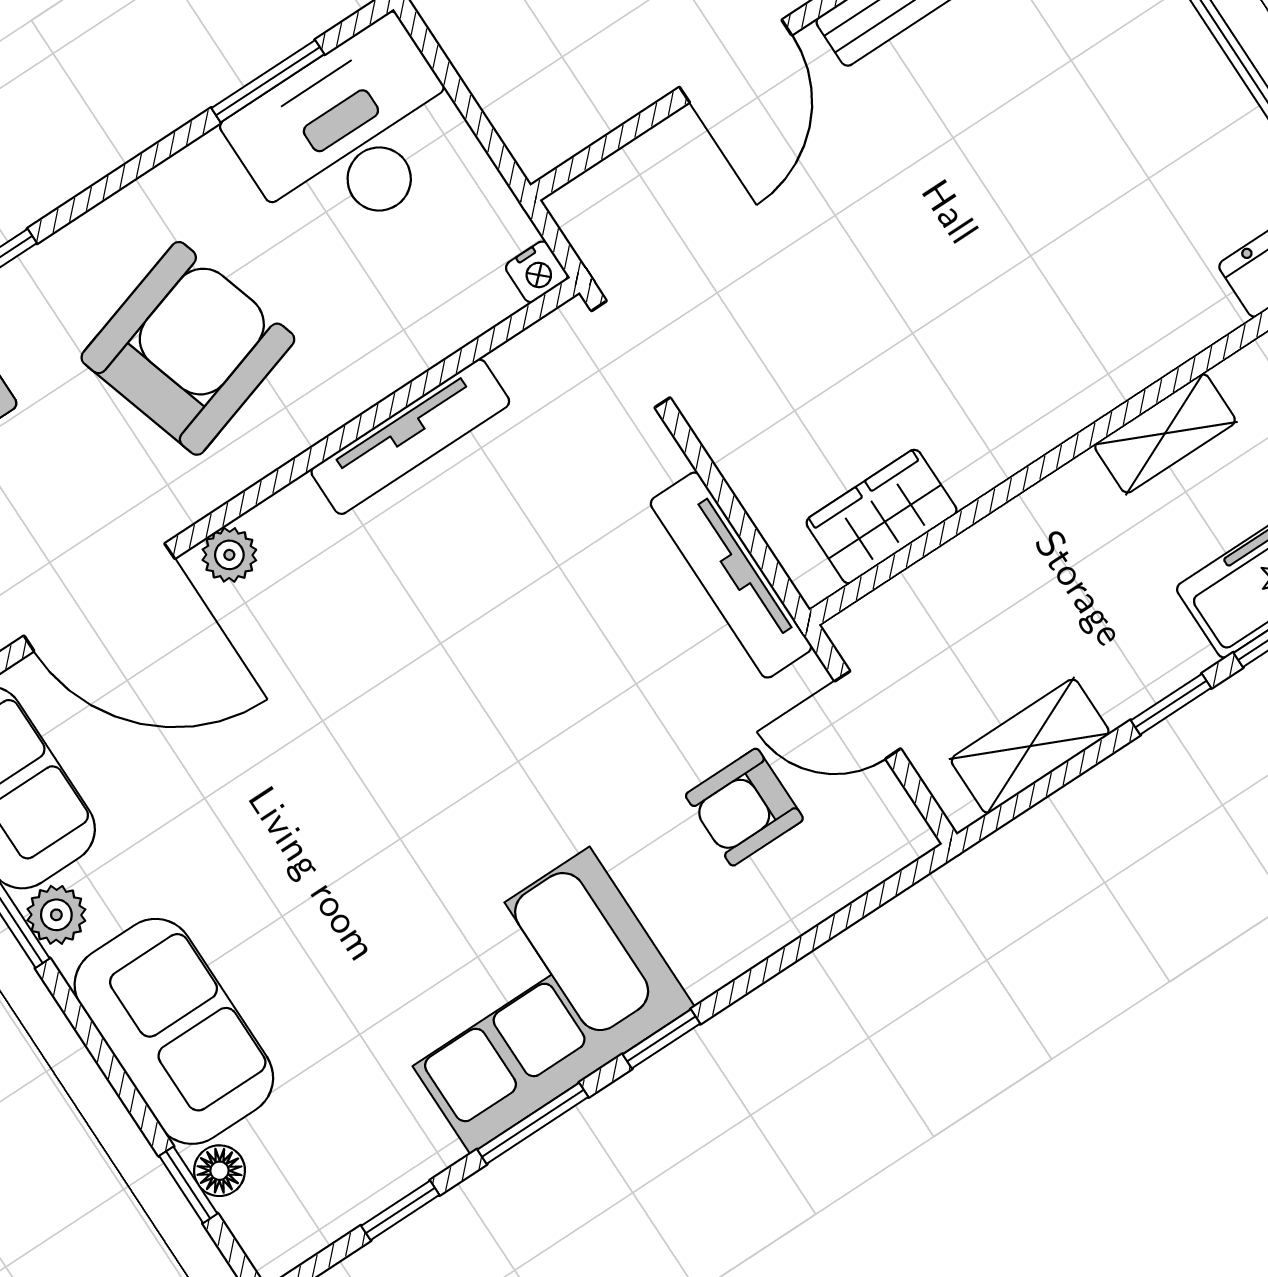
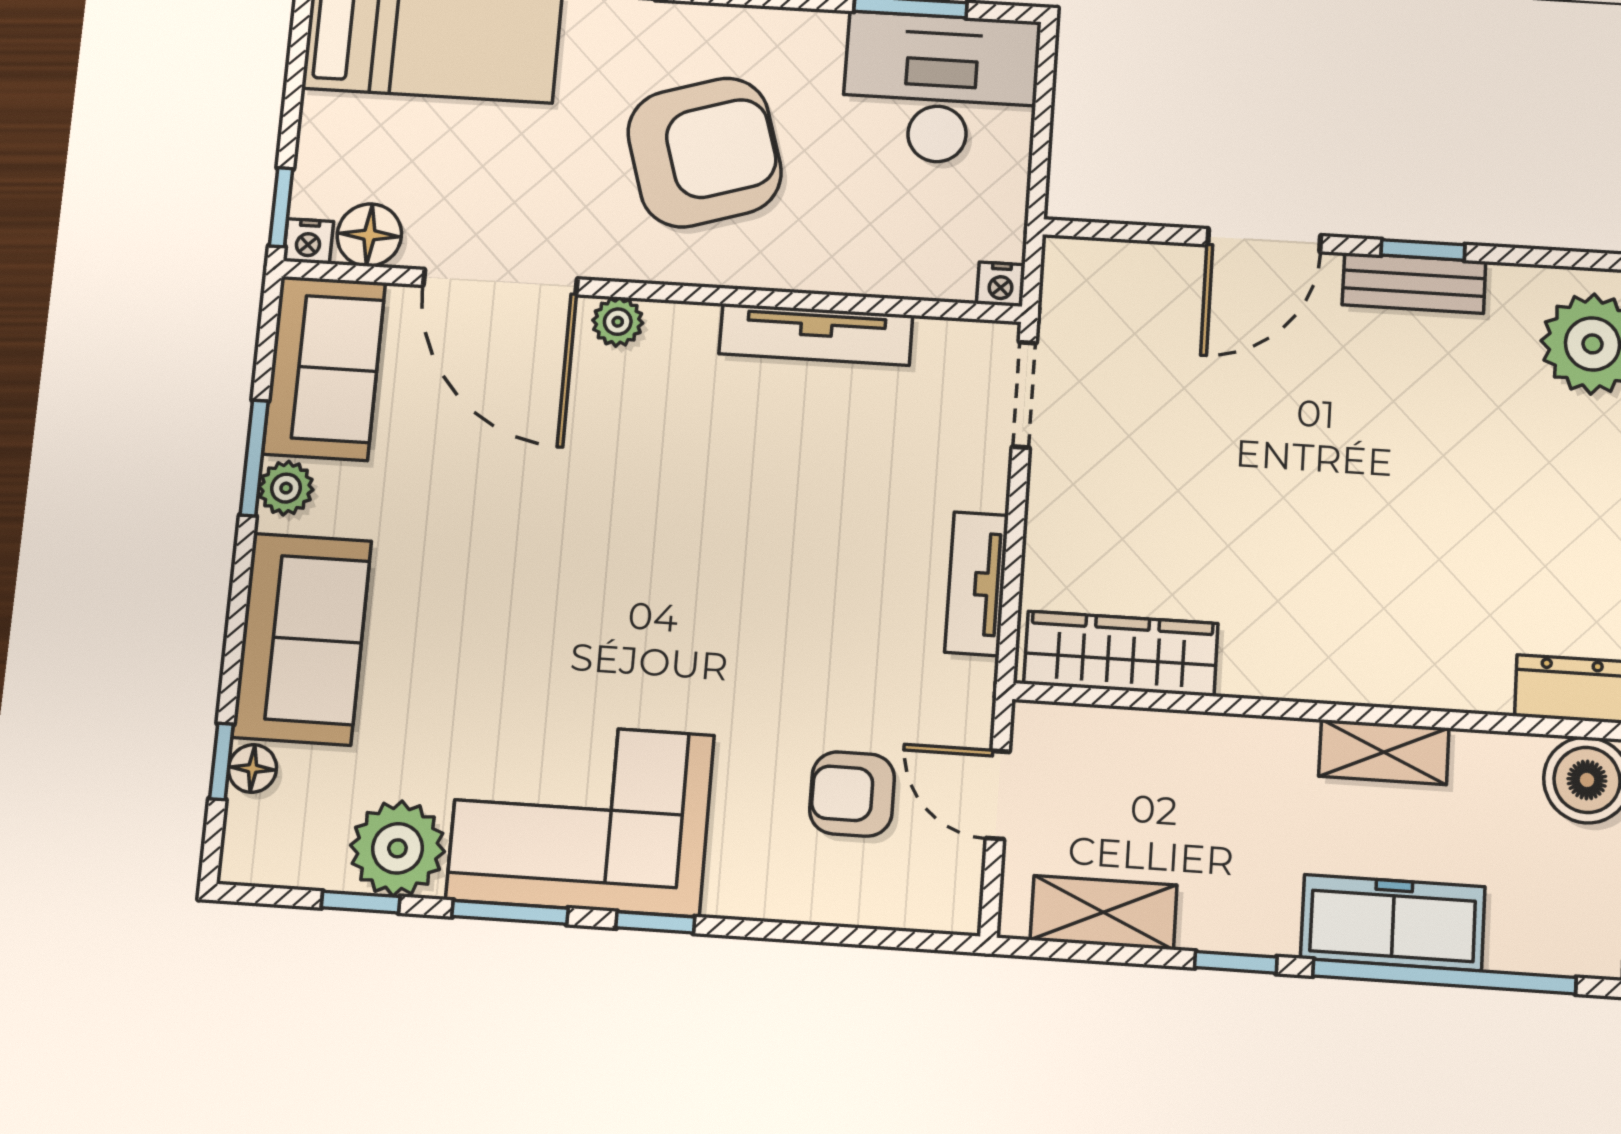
wardrobe: (882, 517) -> (1121, 654), width x1.50
tv unit: (731, 575) -> (977, 584), width x0.71
plant: (396, 1143) -> (397, 848), added

